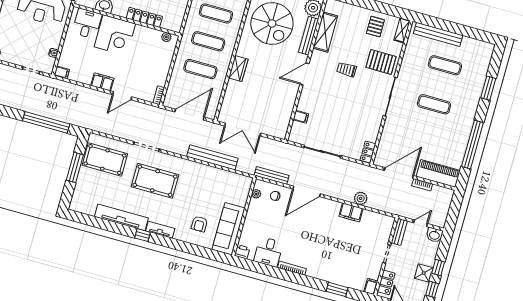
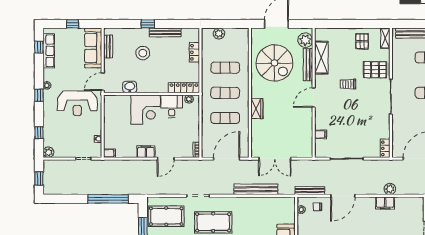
locker: (144, 17) -> (184, 88), moved
desk: (87, 24) -> (172, 106), moved

